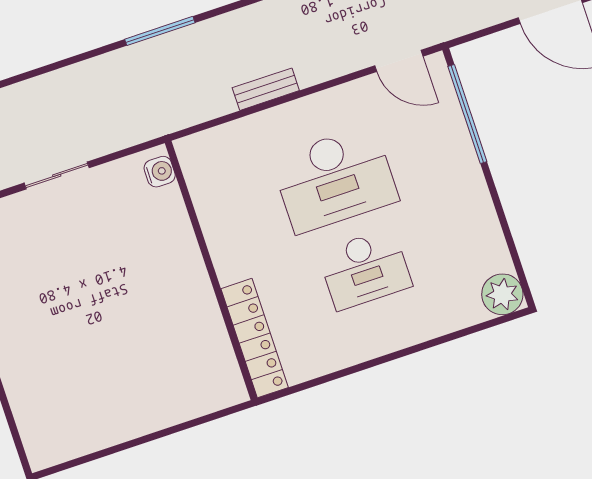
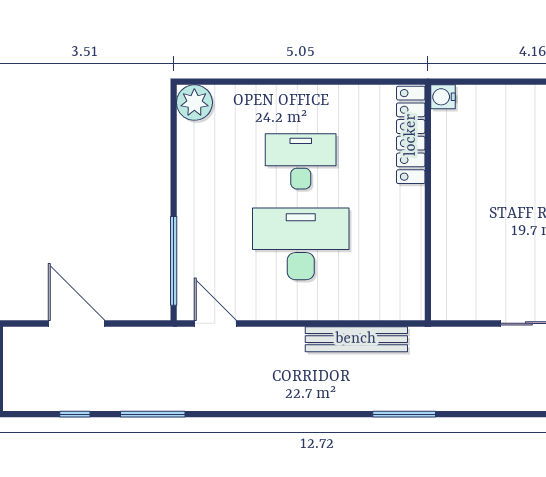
bench: (266, 89) -> (356, 339), width x1.86, depth x1.21
water cooler: (160, 172) -> (443, 97), moved

